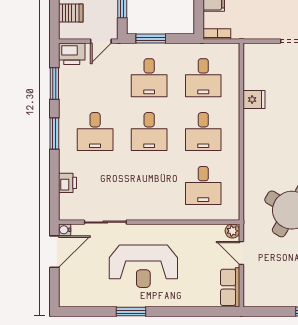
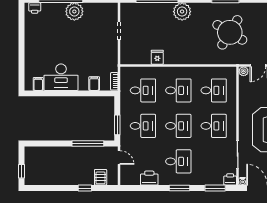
printer: (72, 54) -> (149, 178), moved, turned -90
window: (54, 83) -> (215, 188), moved
printer: (68, 183) -> (230, 179), moved
desk: (149, 186) -> (214, 126), added

